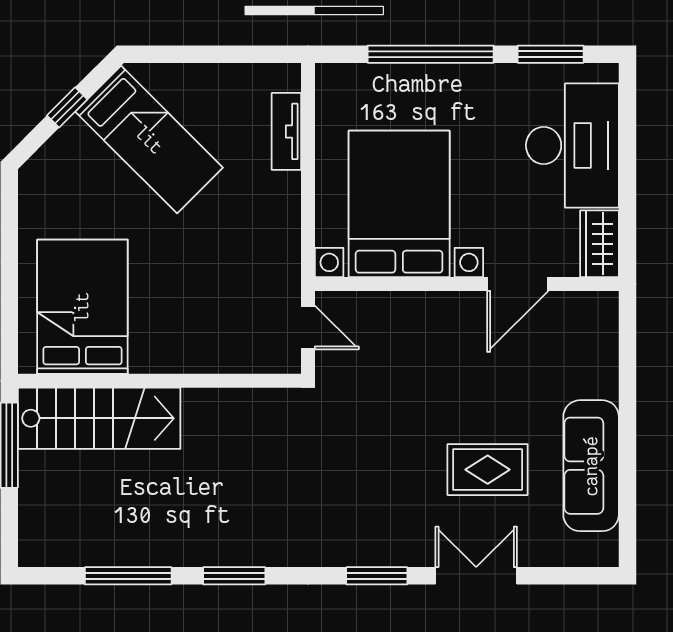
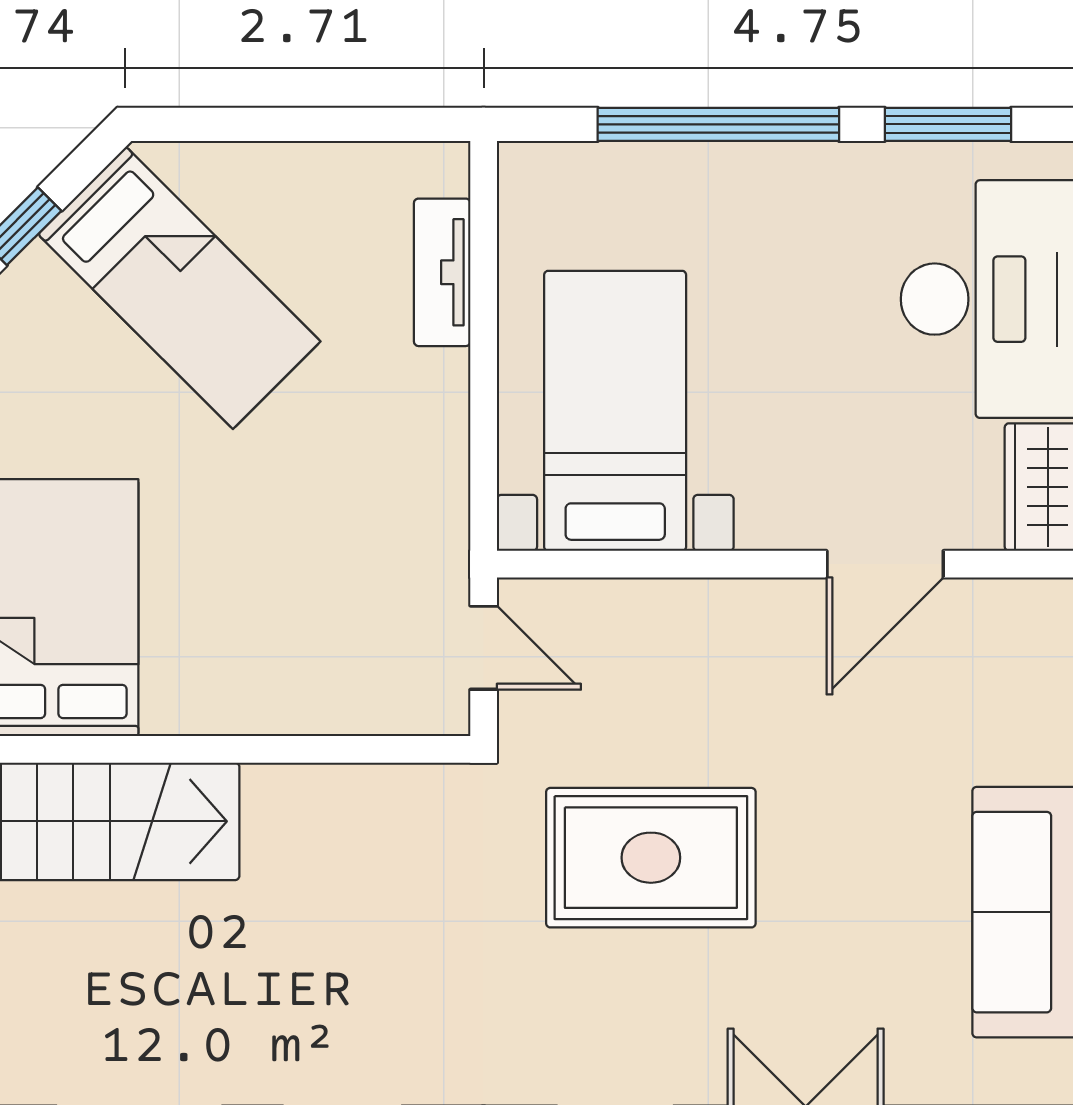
bed with nightstands: (399, 204) -> (615, 411), width x0.73
rug: (488, 470) -> (651, 858), moved, width x1.36, depth x1.43

